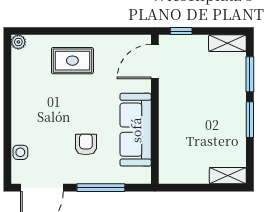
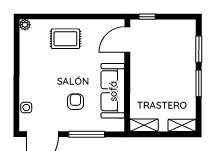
shelving: (227, 43) -> (144, 125), moved

